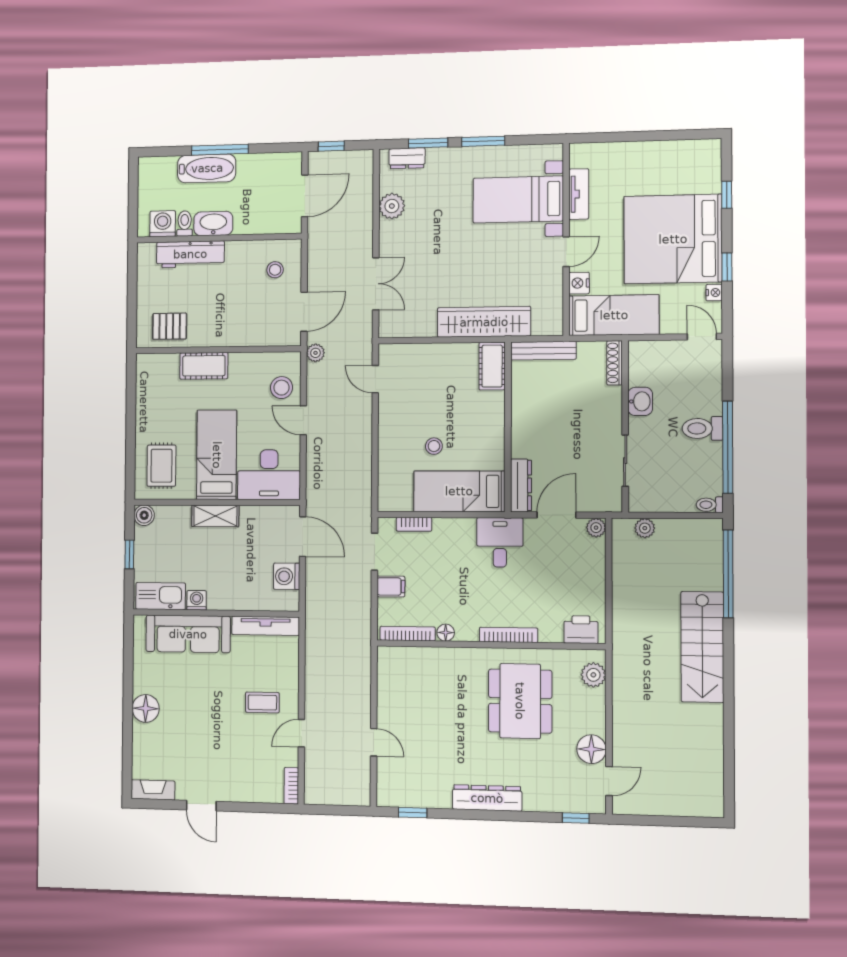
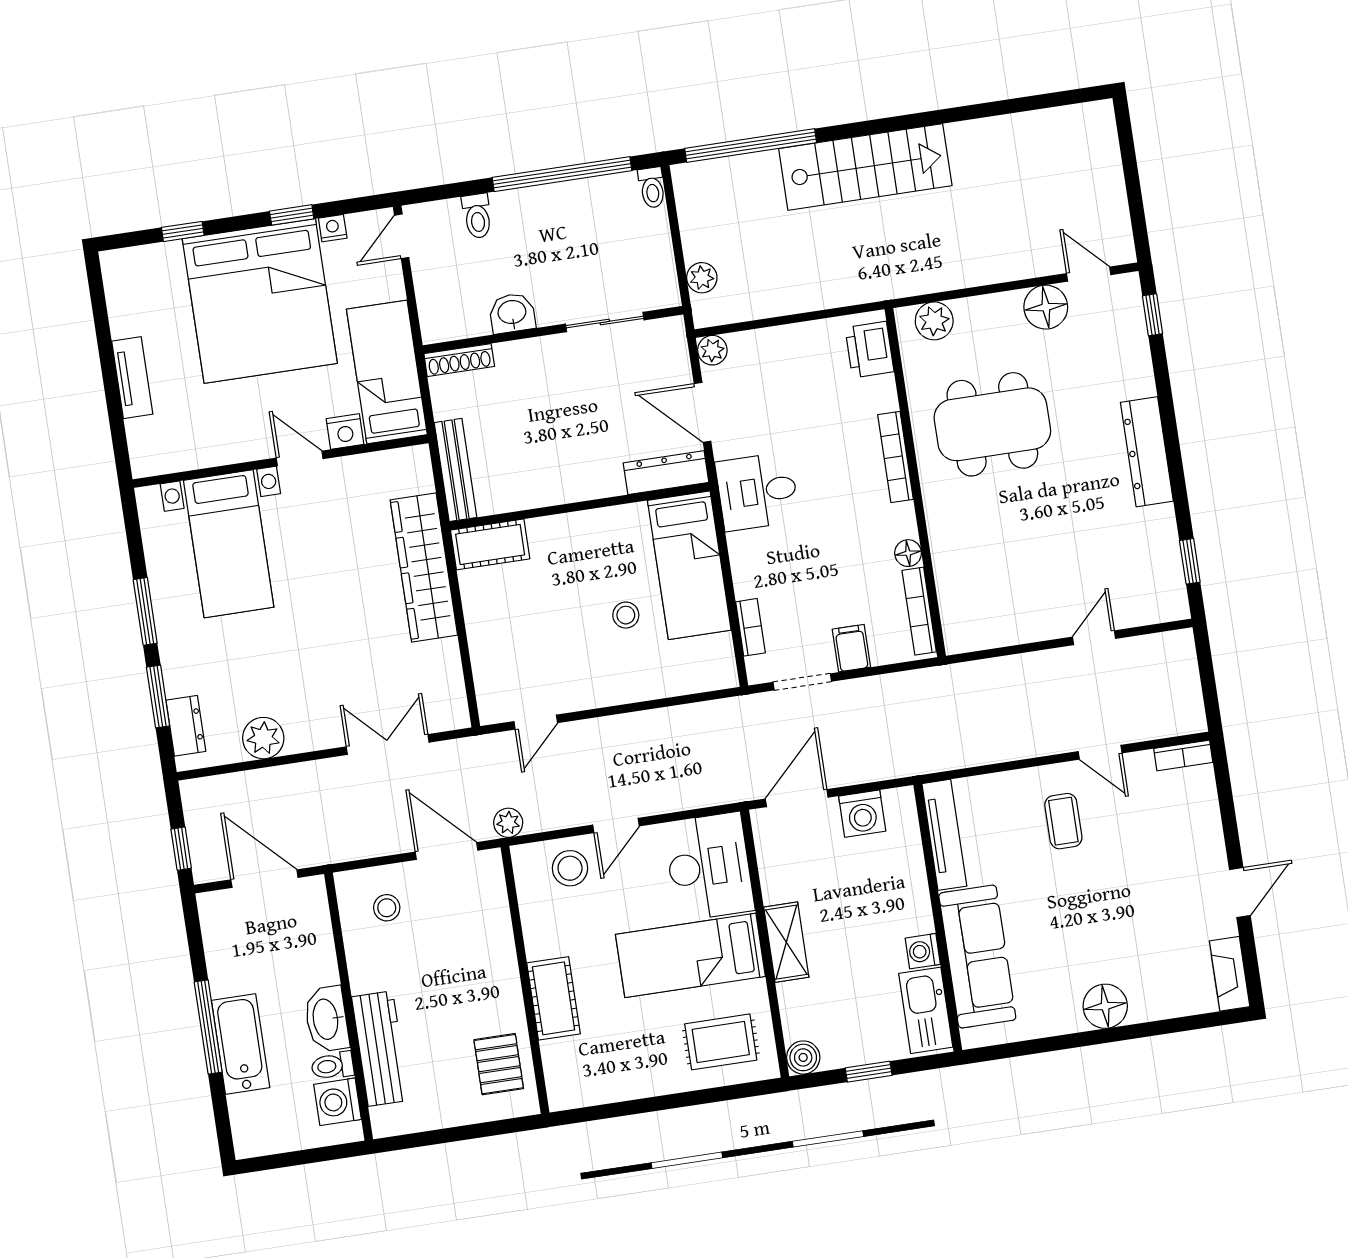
tv unit: (579, 194) -> (132, 378), moved, turned 90
toilet: (702, 428) -> (477, 216), moved, width x0.73, depth x0.72

